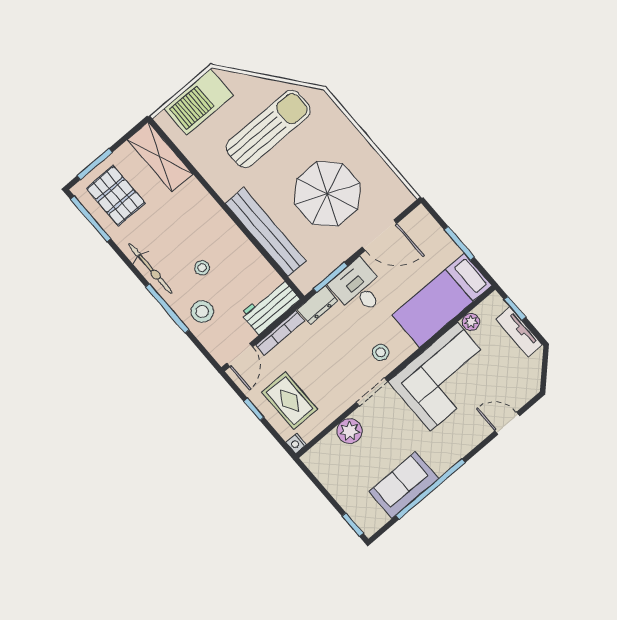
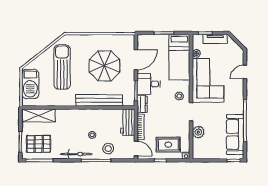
sofa: (404, 485) -> (235, 135), width x1.36

